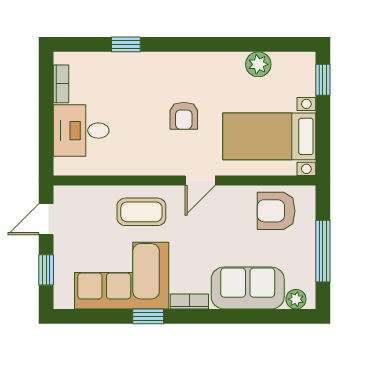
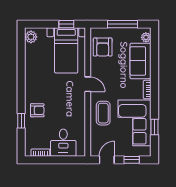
plant: (258, 64) -> (31, 37), moved
window: (323, 80) -> (66, 24), moved
armchair: (184, 116) -> (37, 110), moved
door: (46, 219) -> (107, 160), swing flipped
window: (148, 316) -> (154, 127), moved

